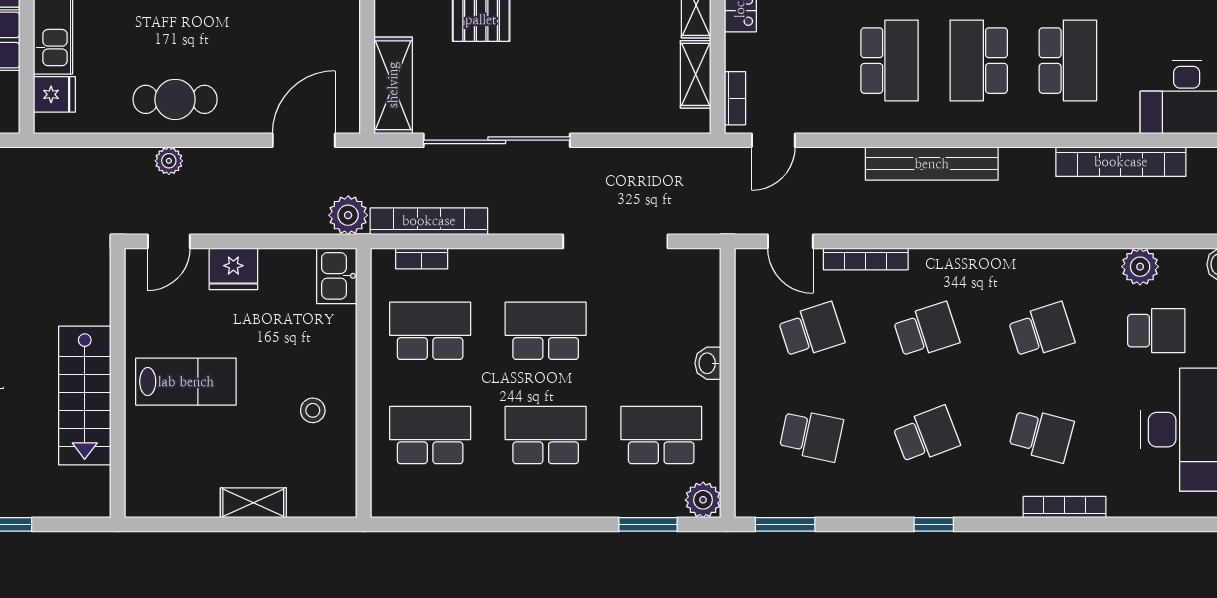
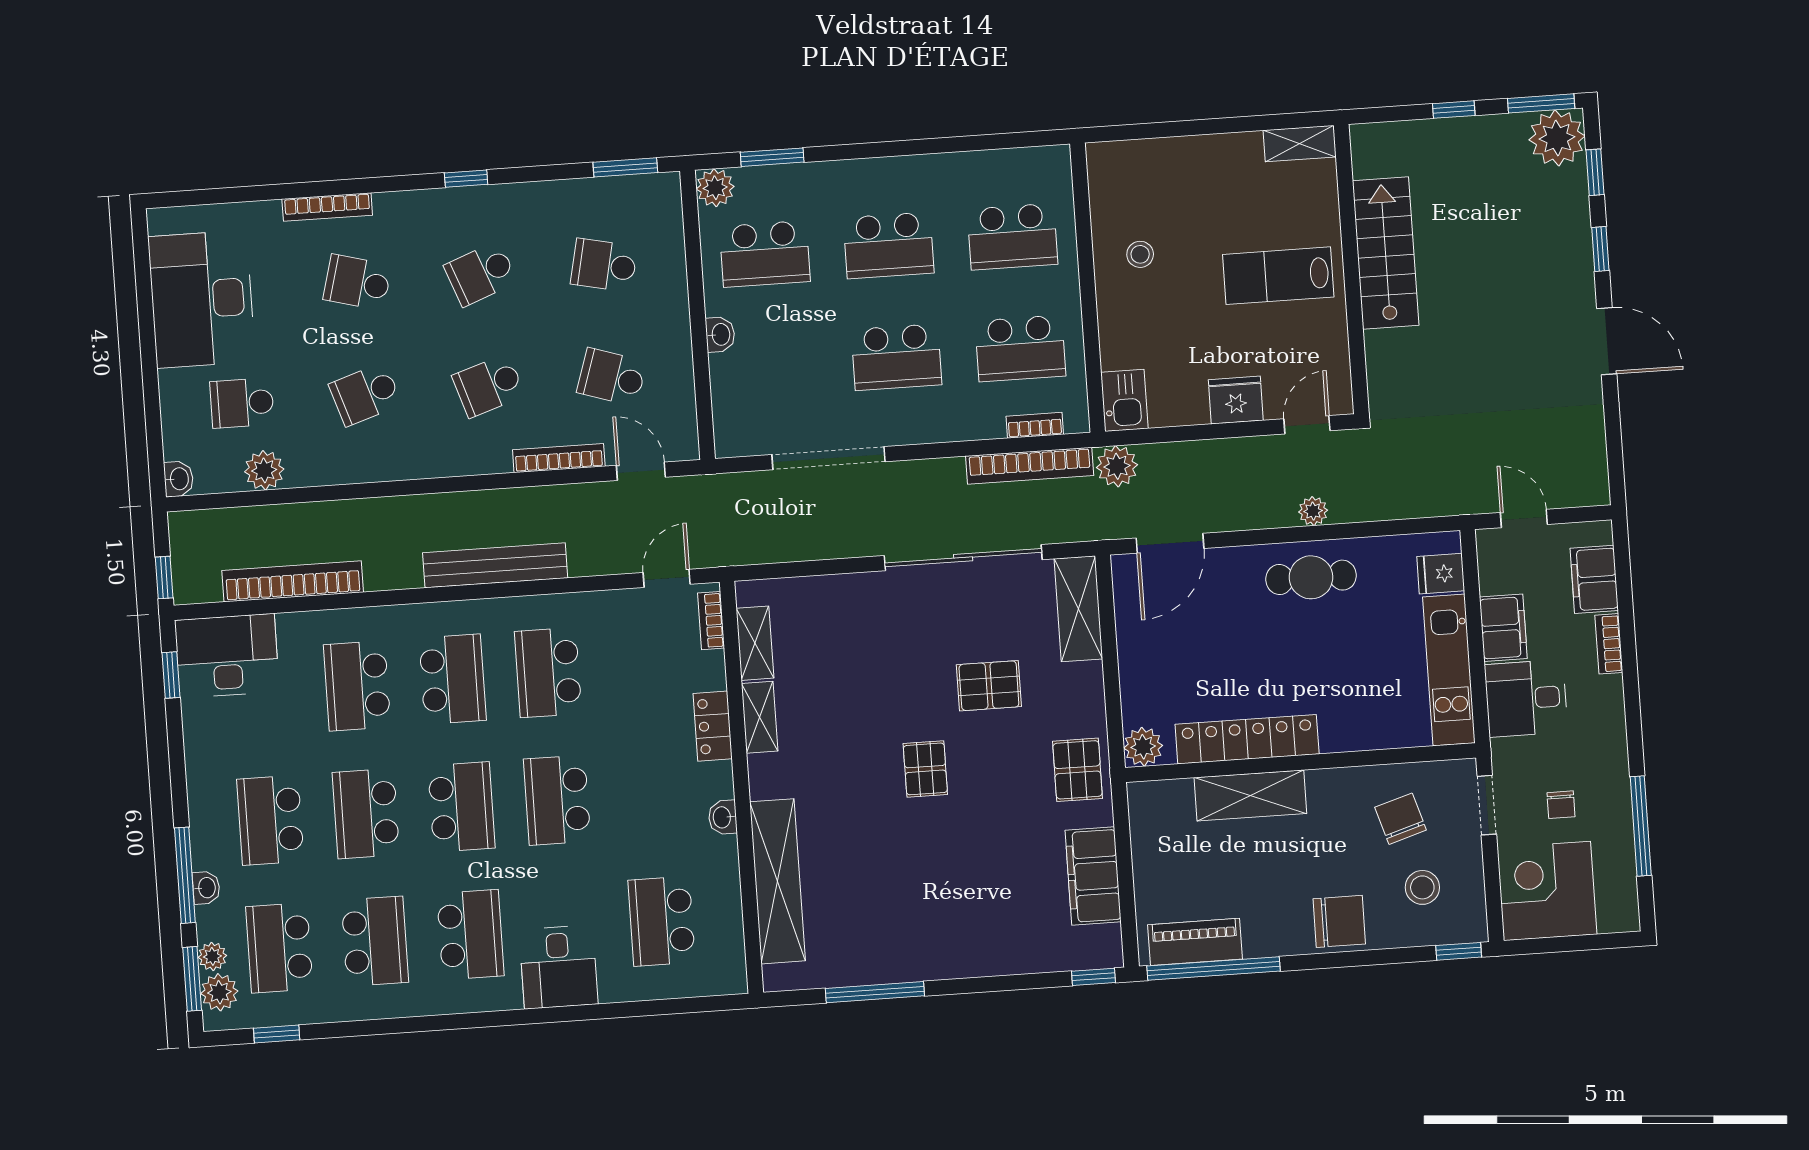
school desk: (811, 331) -> (612, 377), turned 36
shelving: (253, 503) -> (1300, 144), moved

